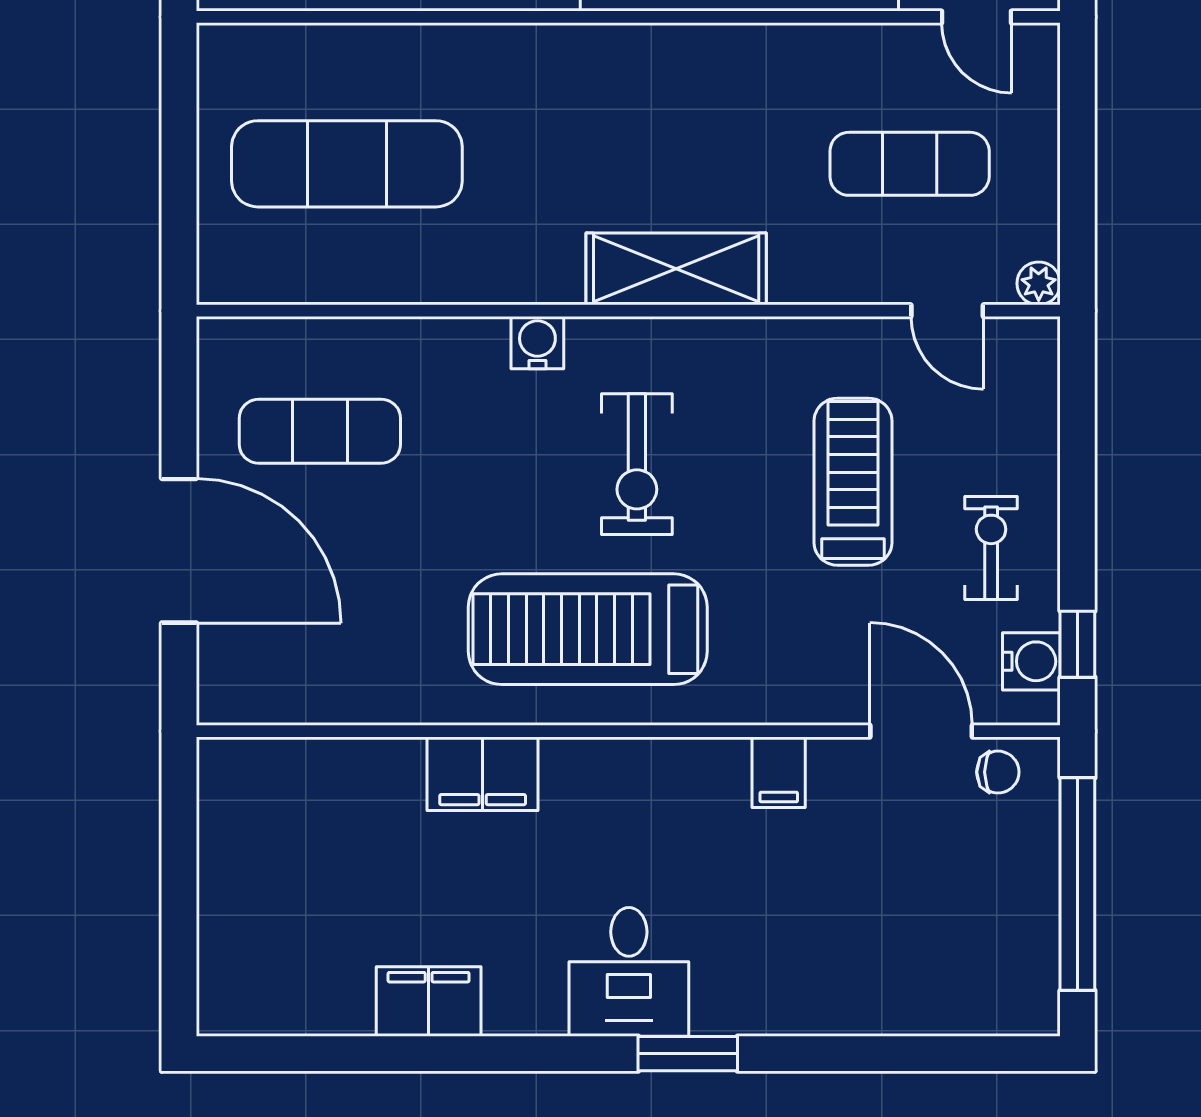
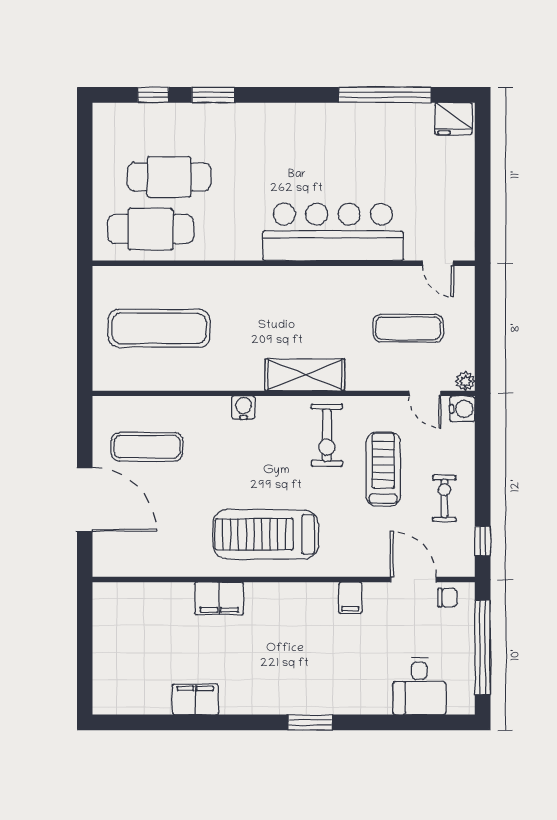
exercise bike: (637, 464) -> (327, 435), moved
water cooler: (1031, 661) -> (462, 409), moved
desk: (629, 972) -> (419, 686), moved

